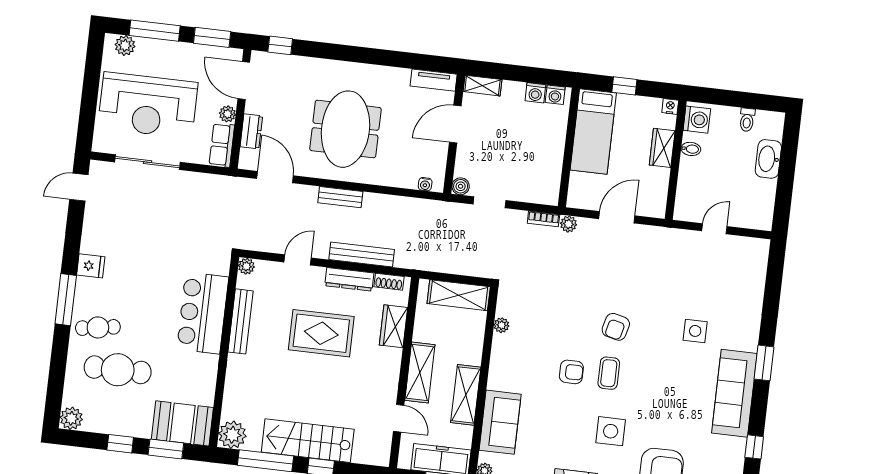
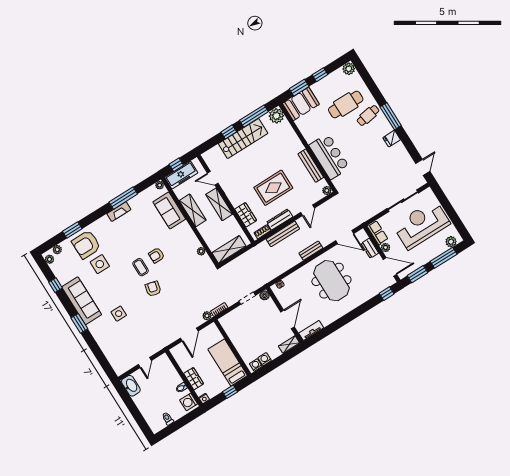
washbasin: (768, 159) -> (131, 386), moved
side table: (611, 431) -> (100, 264), moved

